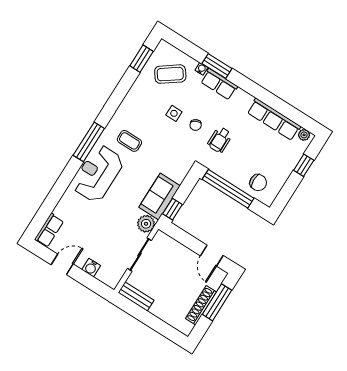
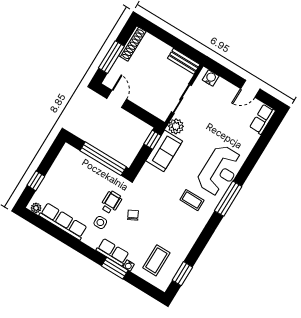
coffee table: (170, 74) -> (156, 260), turned -54
side table: (174, 113) -> (100, 222), moved
chair: (258, 183) -> (76, 165), removed
water cooler: (91, 268) -> (211, 78), moved
shoe rack: (201, 305) -> (132, 44), moved

